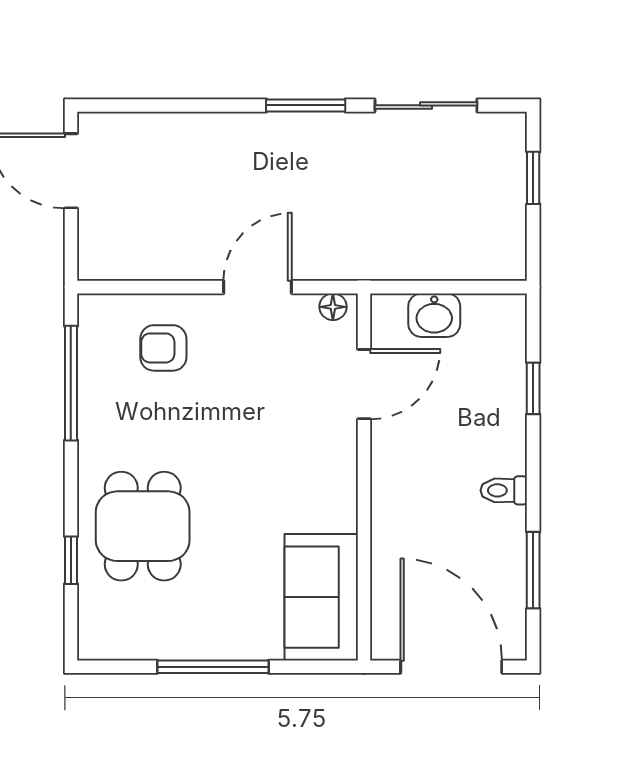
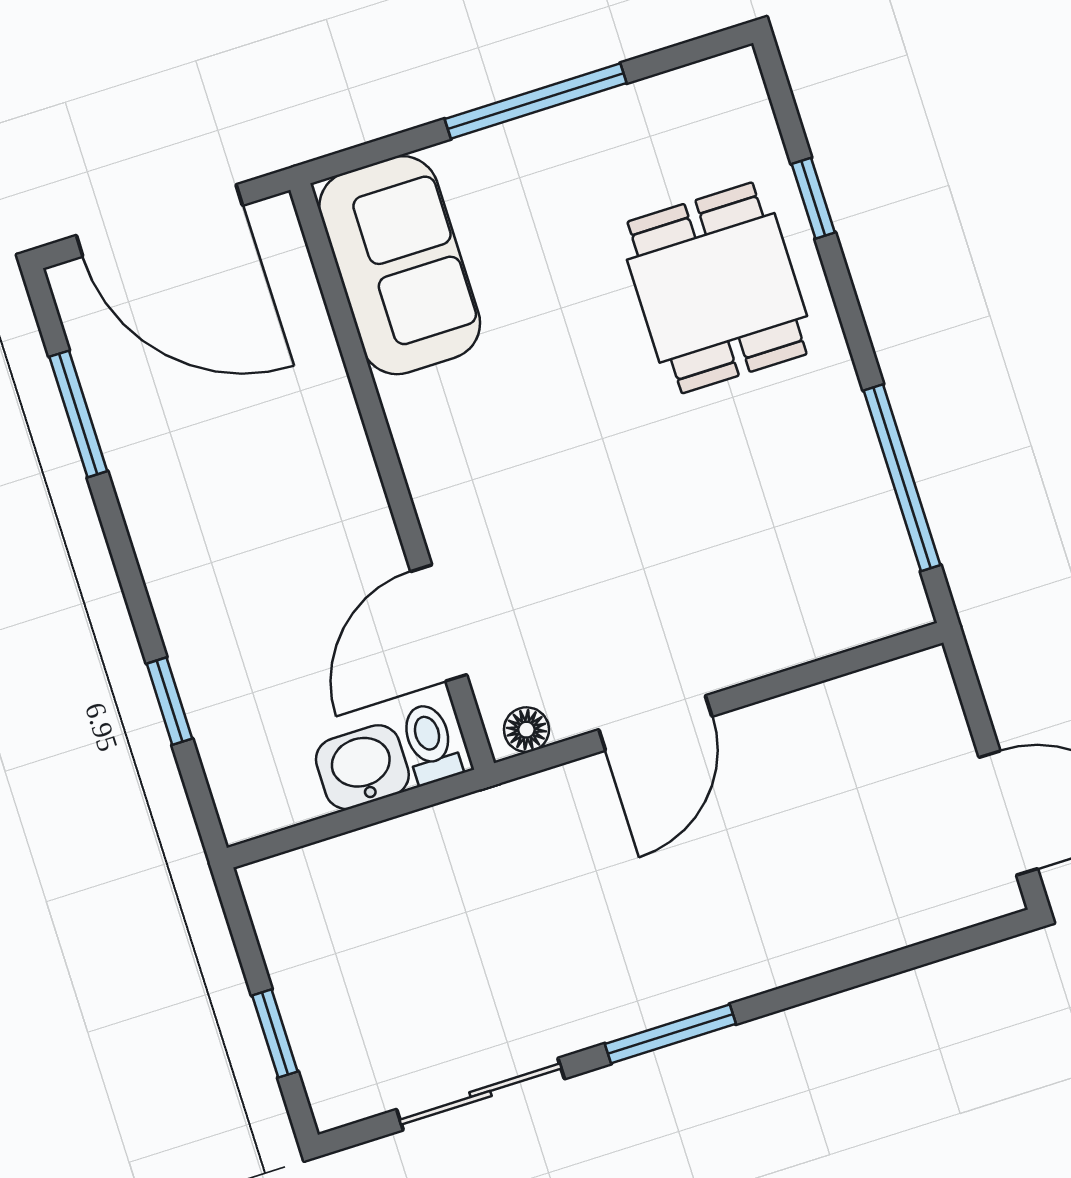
armchair: (163, 348) -> (774, 580), removed
toilet: (504, 490) -> (430, 743), moved, turned -90

